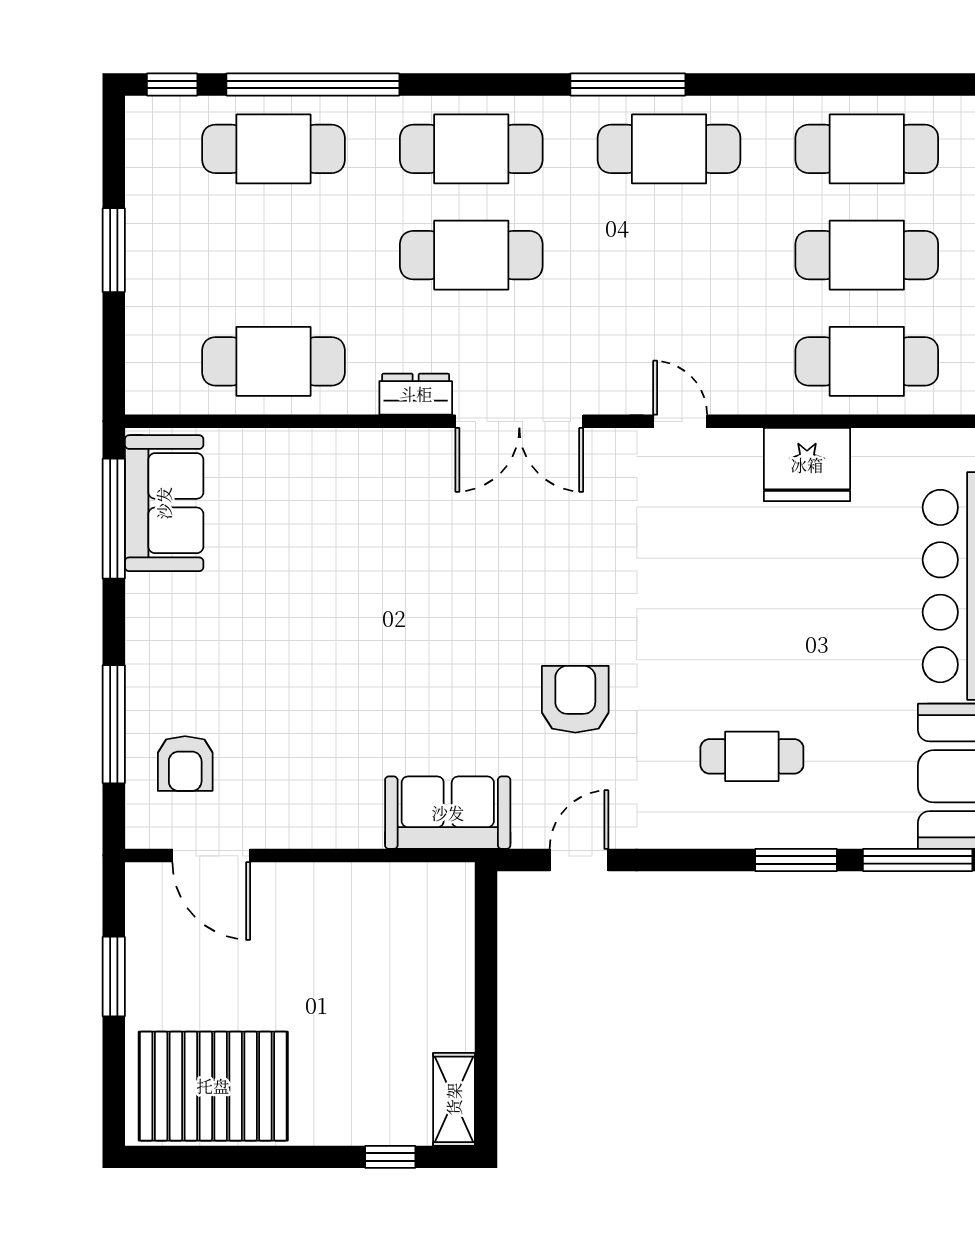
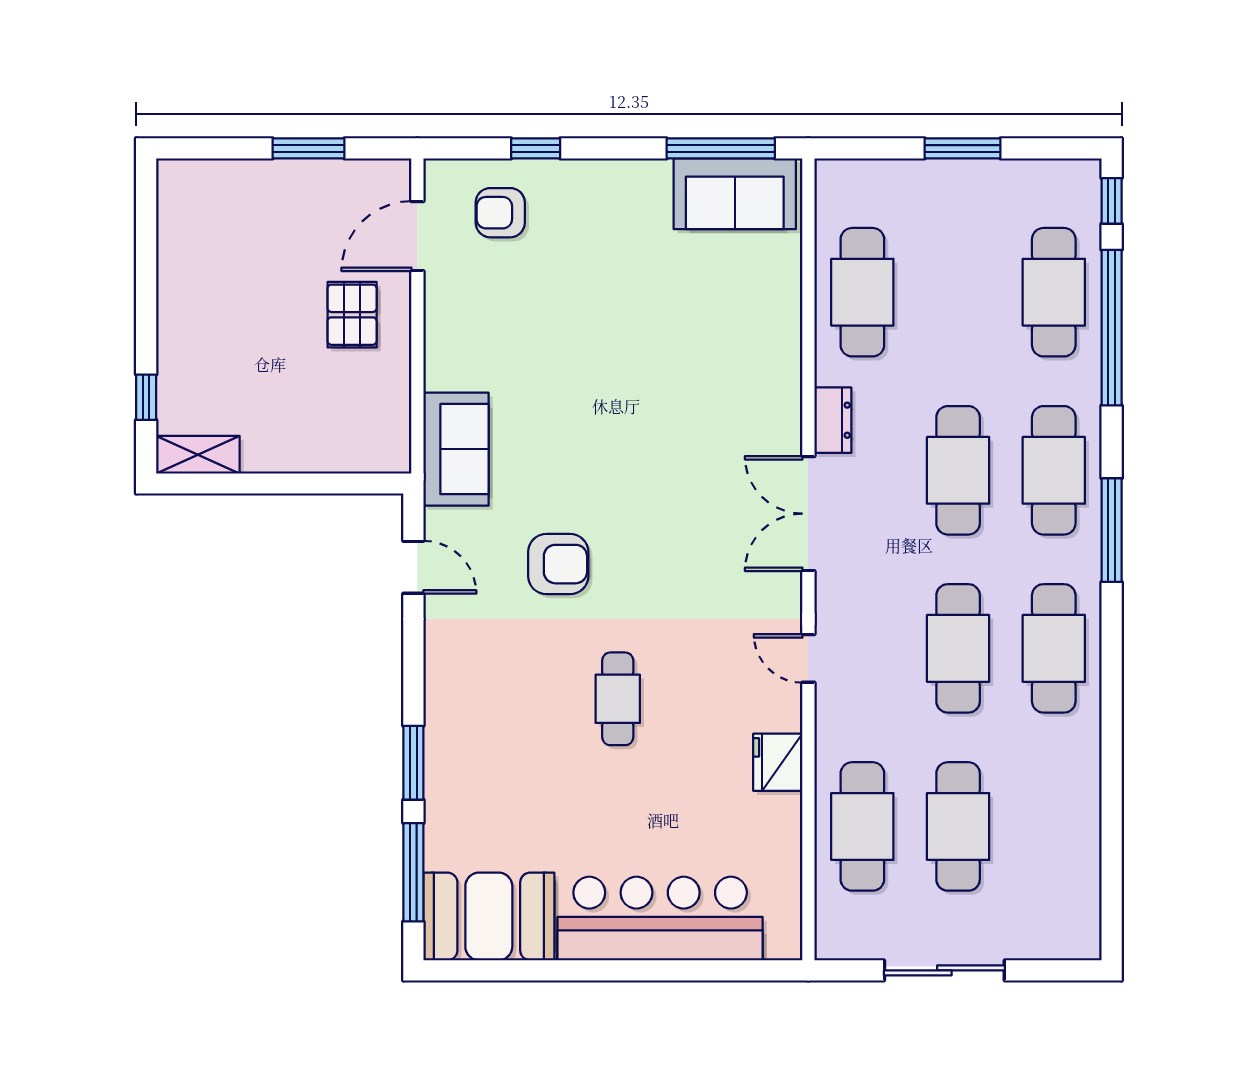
window: (628, 85) -> (1112, 530), moved
cafe table: (867, 149) -> (958, 648), moved
door: (680, 421) -> (808, 658), swing flipped
fridge: (807, 465) -> (778, 762), width x0.73, depth x0.75
window: (114, 724) -> (536, 148), width x0.46
cafe table: (752, 756) -> (618, 699), moved
pallet: (213, 1086) -> (352, 315), moved, width x0.49, depth x0.50

